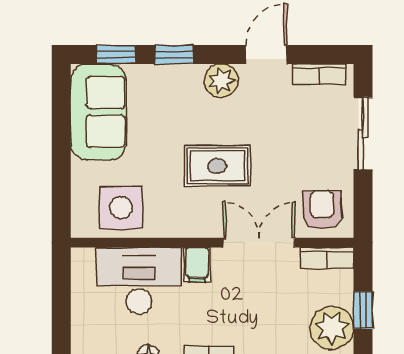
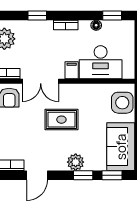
plant: (221, 81) -> (76, 162), moved
side table: (121, 208) -> (122, 103), moved

